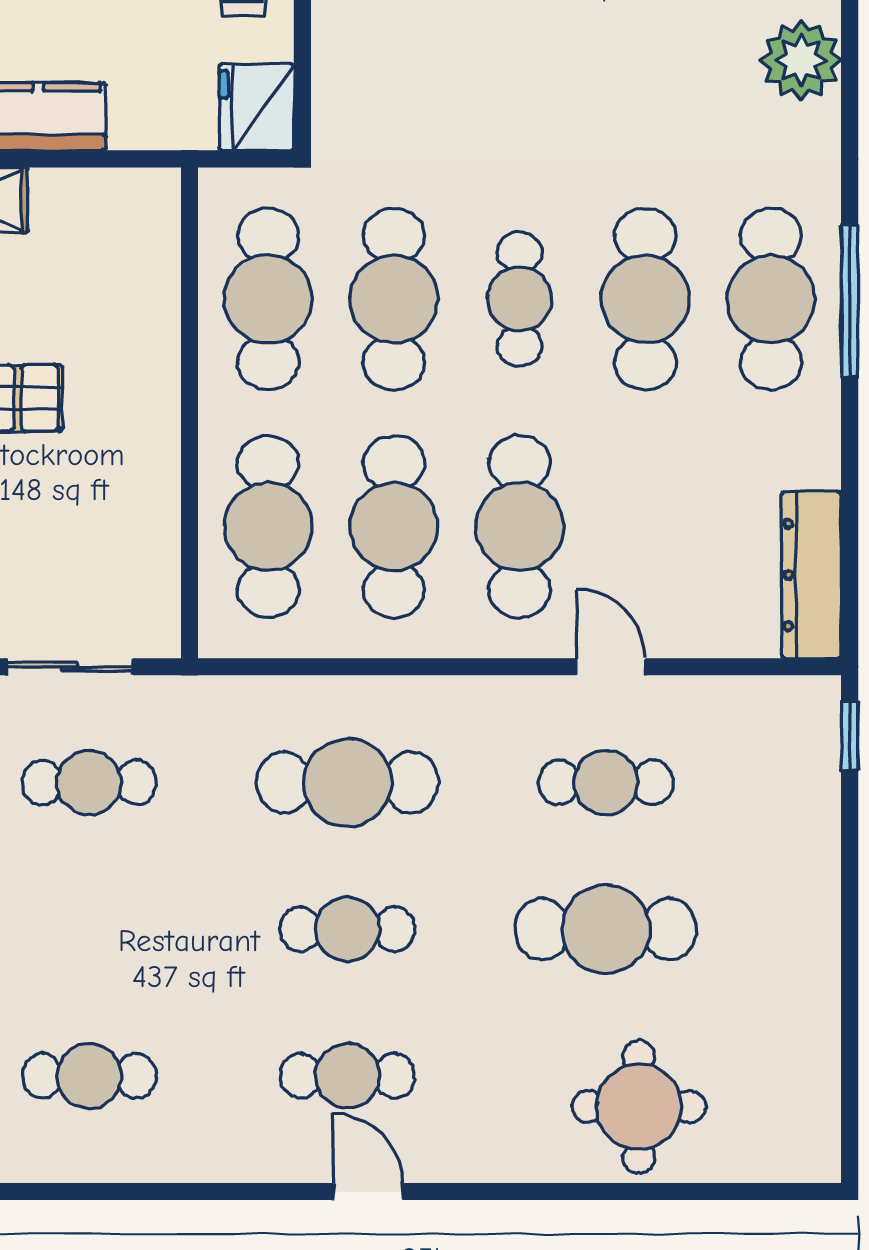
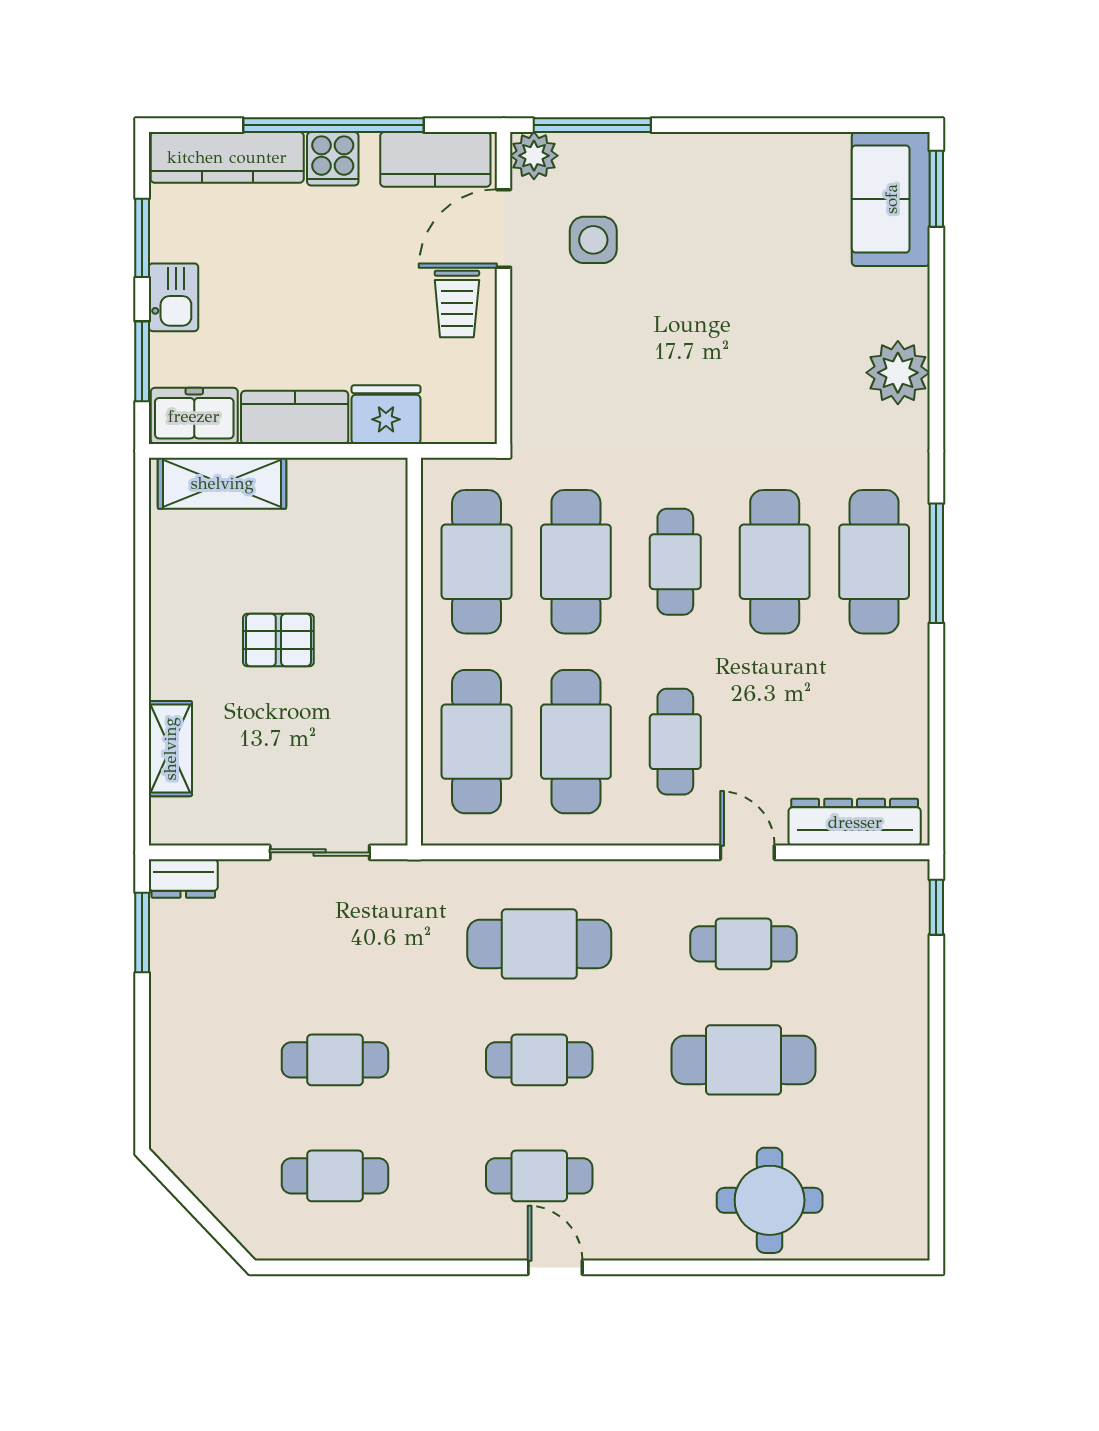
fridge: (257, 107) -> (386, 415), moved, turned 90
cafe table: (520, 527) -> (675, 742), width x0.73, depth x0.74
dresser: (811, 575) -> (855, 822), moved, turned 90
cafe table: (89, 782) -> (335, 1060), moved

